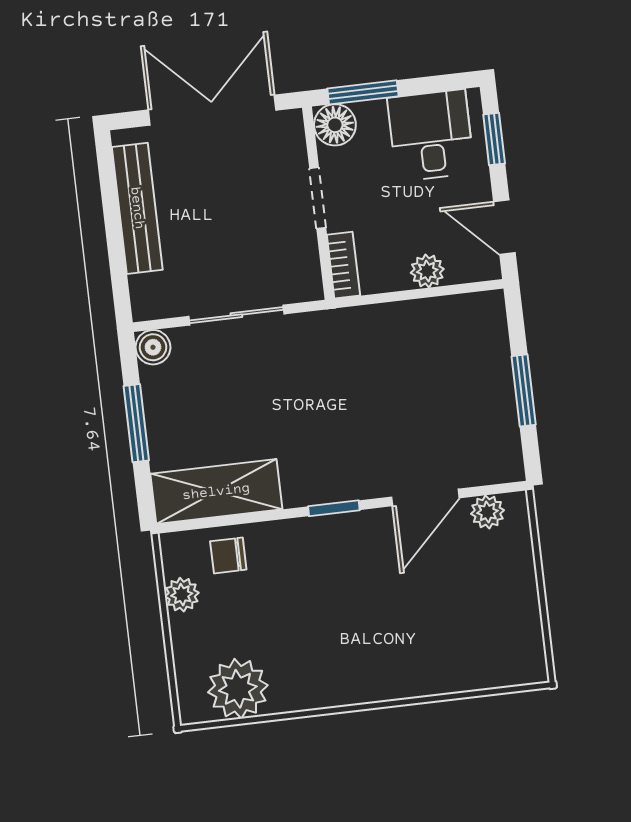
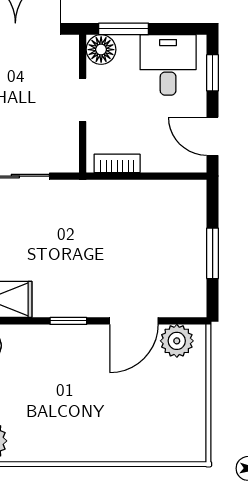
bookcase: (343, 265) -> (117, 163), moved, turned -90
plant: (427, 271) -> (154, 161), removed
plant: (487, 512) -> (177, 341), width x1.38, depth x1.38

